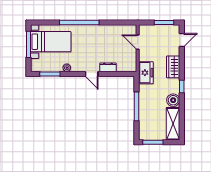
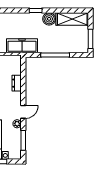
wardrobe: (173, 67) -> (16, 19), removed
freezer: (146, 73) -> (22, 46), width x1.40
door: (92, 74) -> (23, 112), moved

